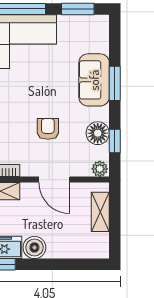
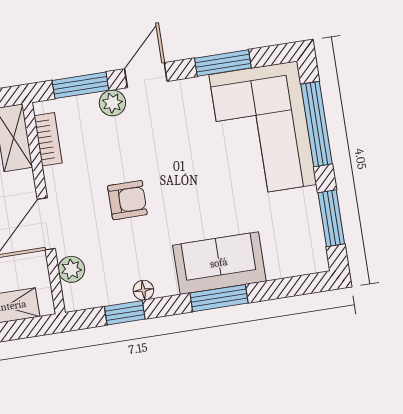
floor lamp: (98, 133) -> (143, 290), width x0.53, depth x0.53
plant: (100, 169) -> (71, 269), moved

